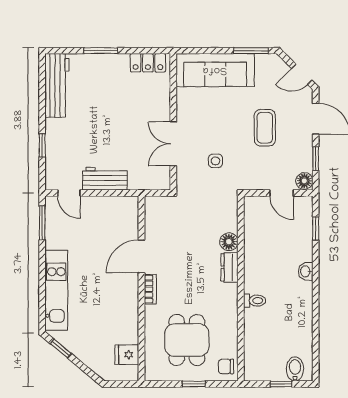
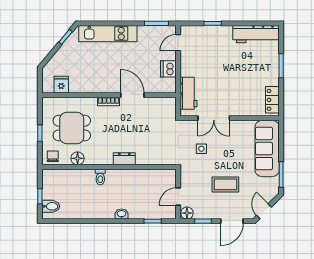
double door: (173, 144) -> (214, 118), swing flipped
workbench: (105, 179) -> (189, 93), moved
dishwasher: (105, 206) -> (168, 69), added
floor lamp: (229, 242) -> (78, 158), moved

